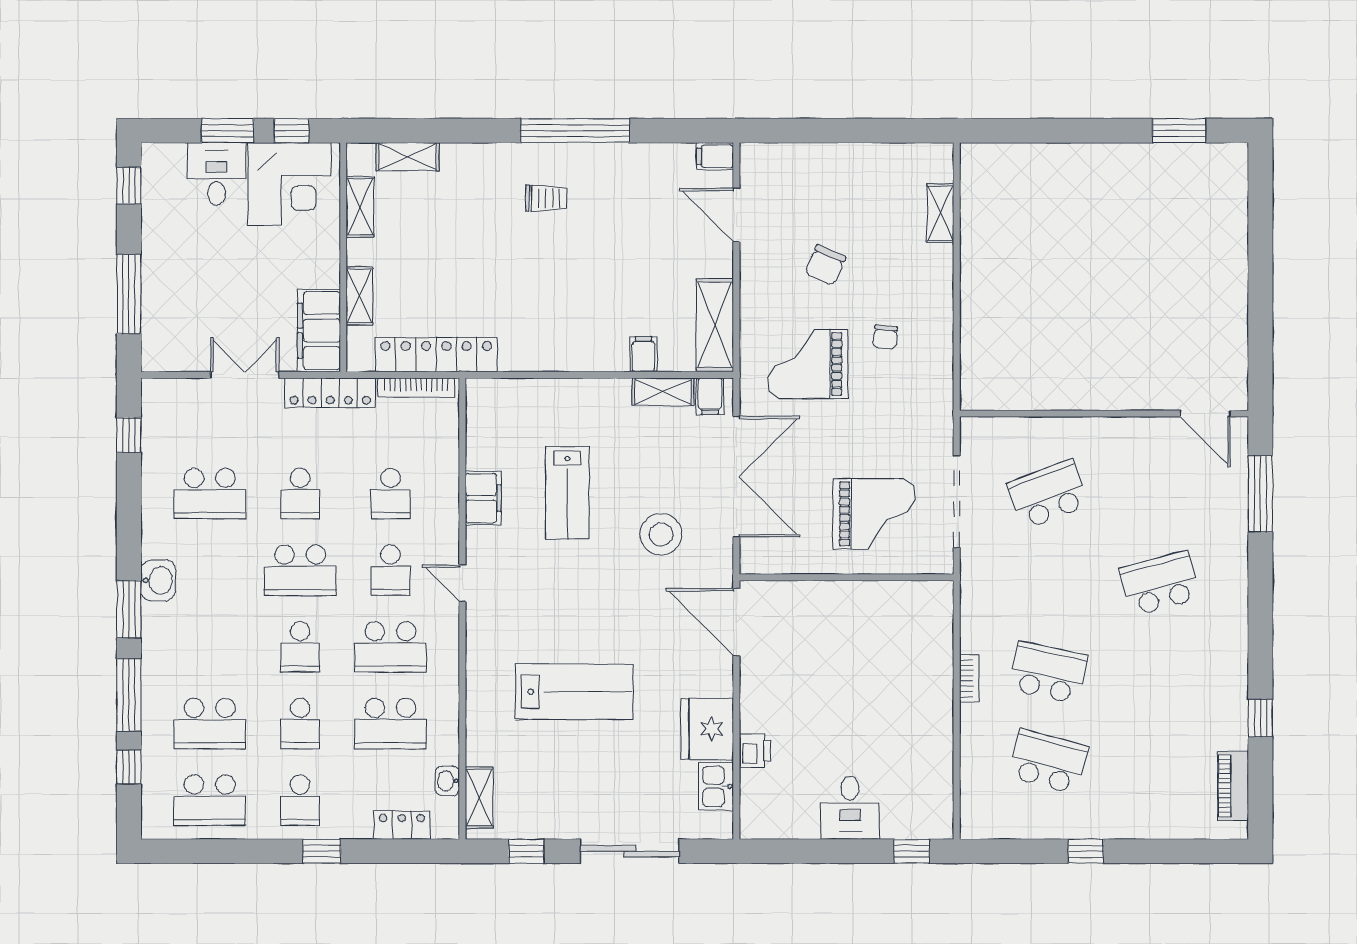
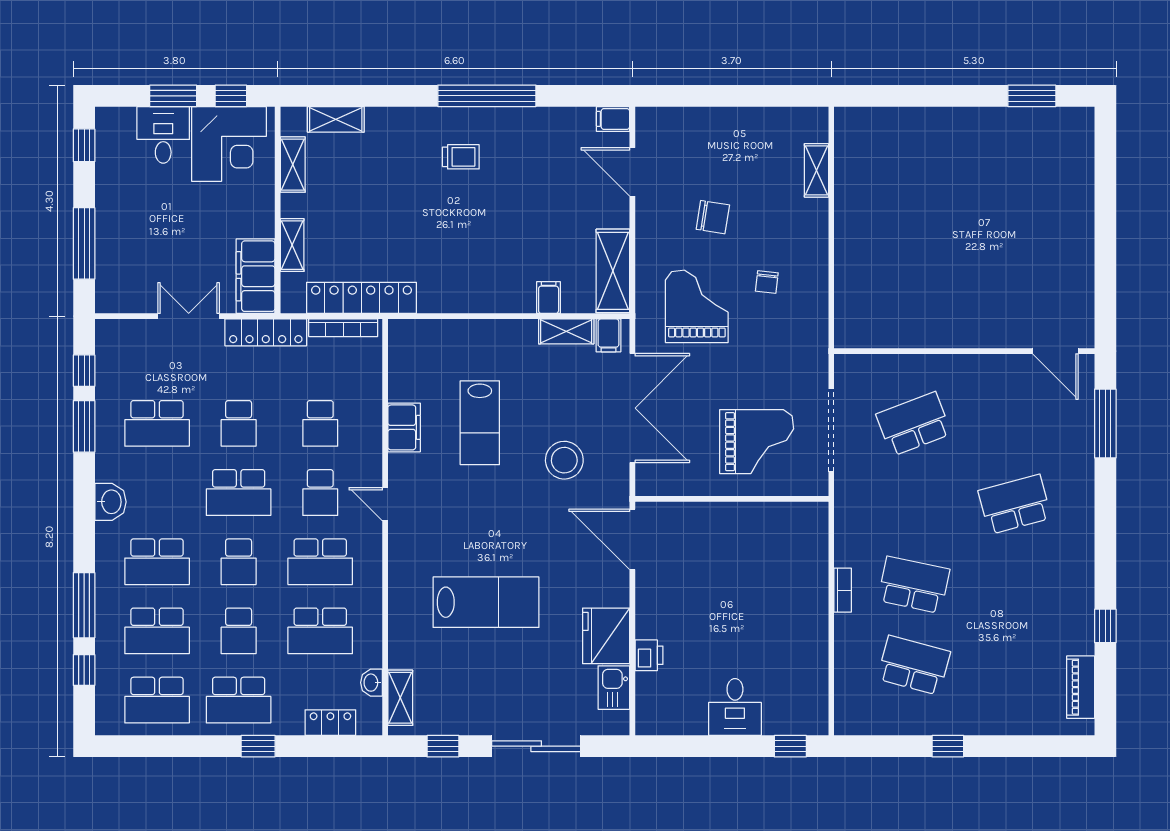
chair: (826, 265) -> (713, 217), turned -104
grand piano: (808, 364) -> (697, 306), turned 90
window: (129, 609) -> (84, 426), moved
school desk: (210, 647) -> (157, 562), added
school desk: (300, 800) -> (239, 700), width x1.85

